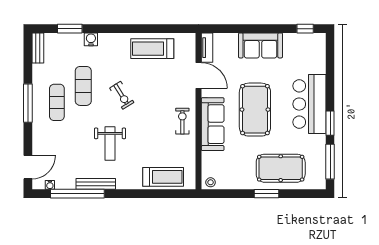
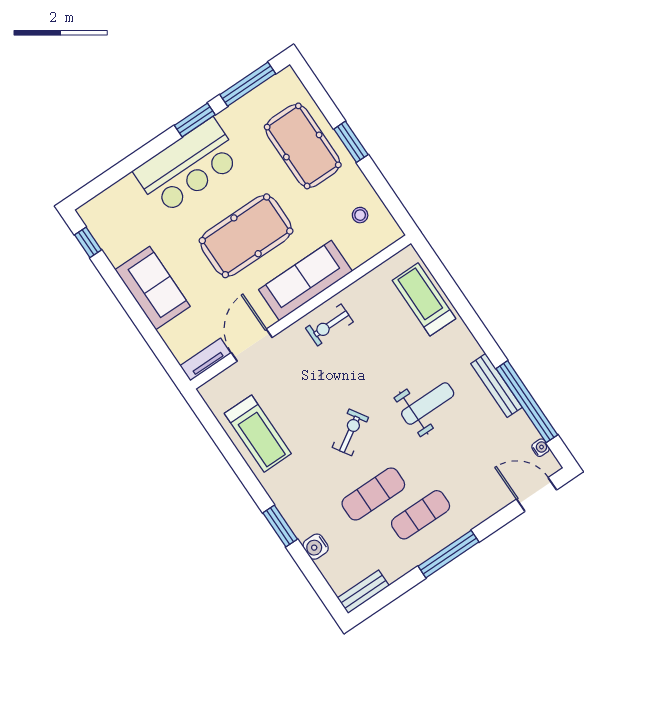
window: (70, 29) -> (280, 526), moved
water cooler: (91, 39) -> (316, 547), moved
stool: (211, 182) -> (360, 215), moved

